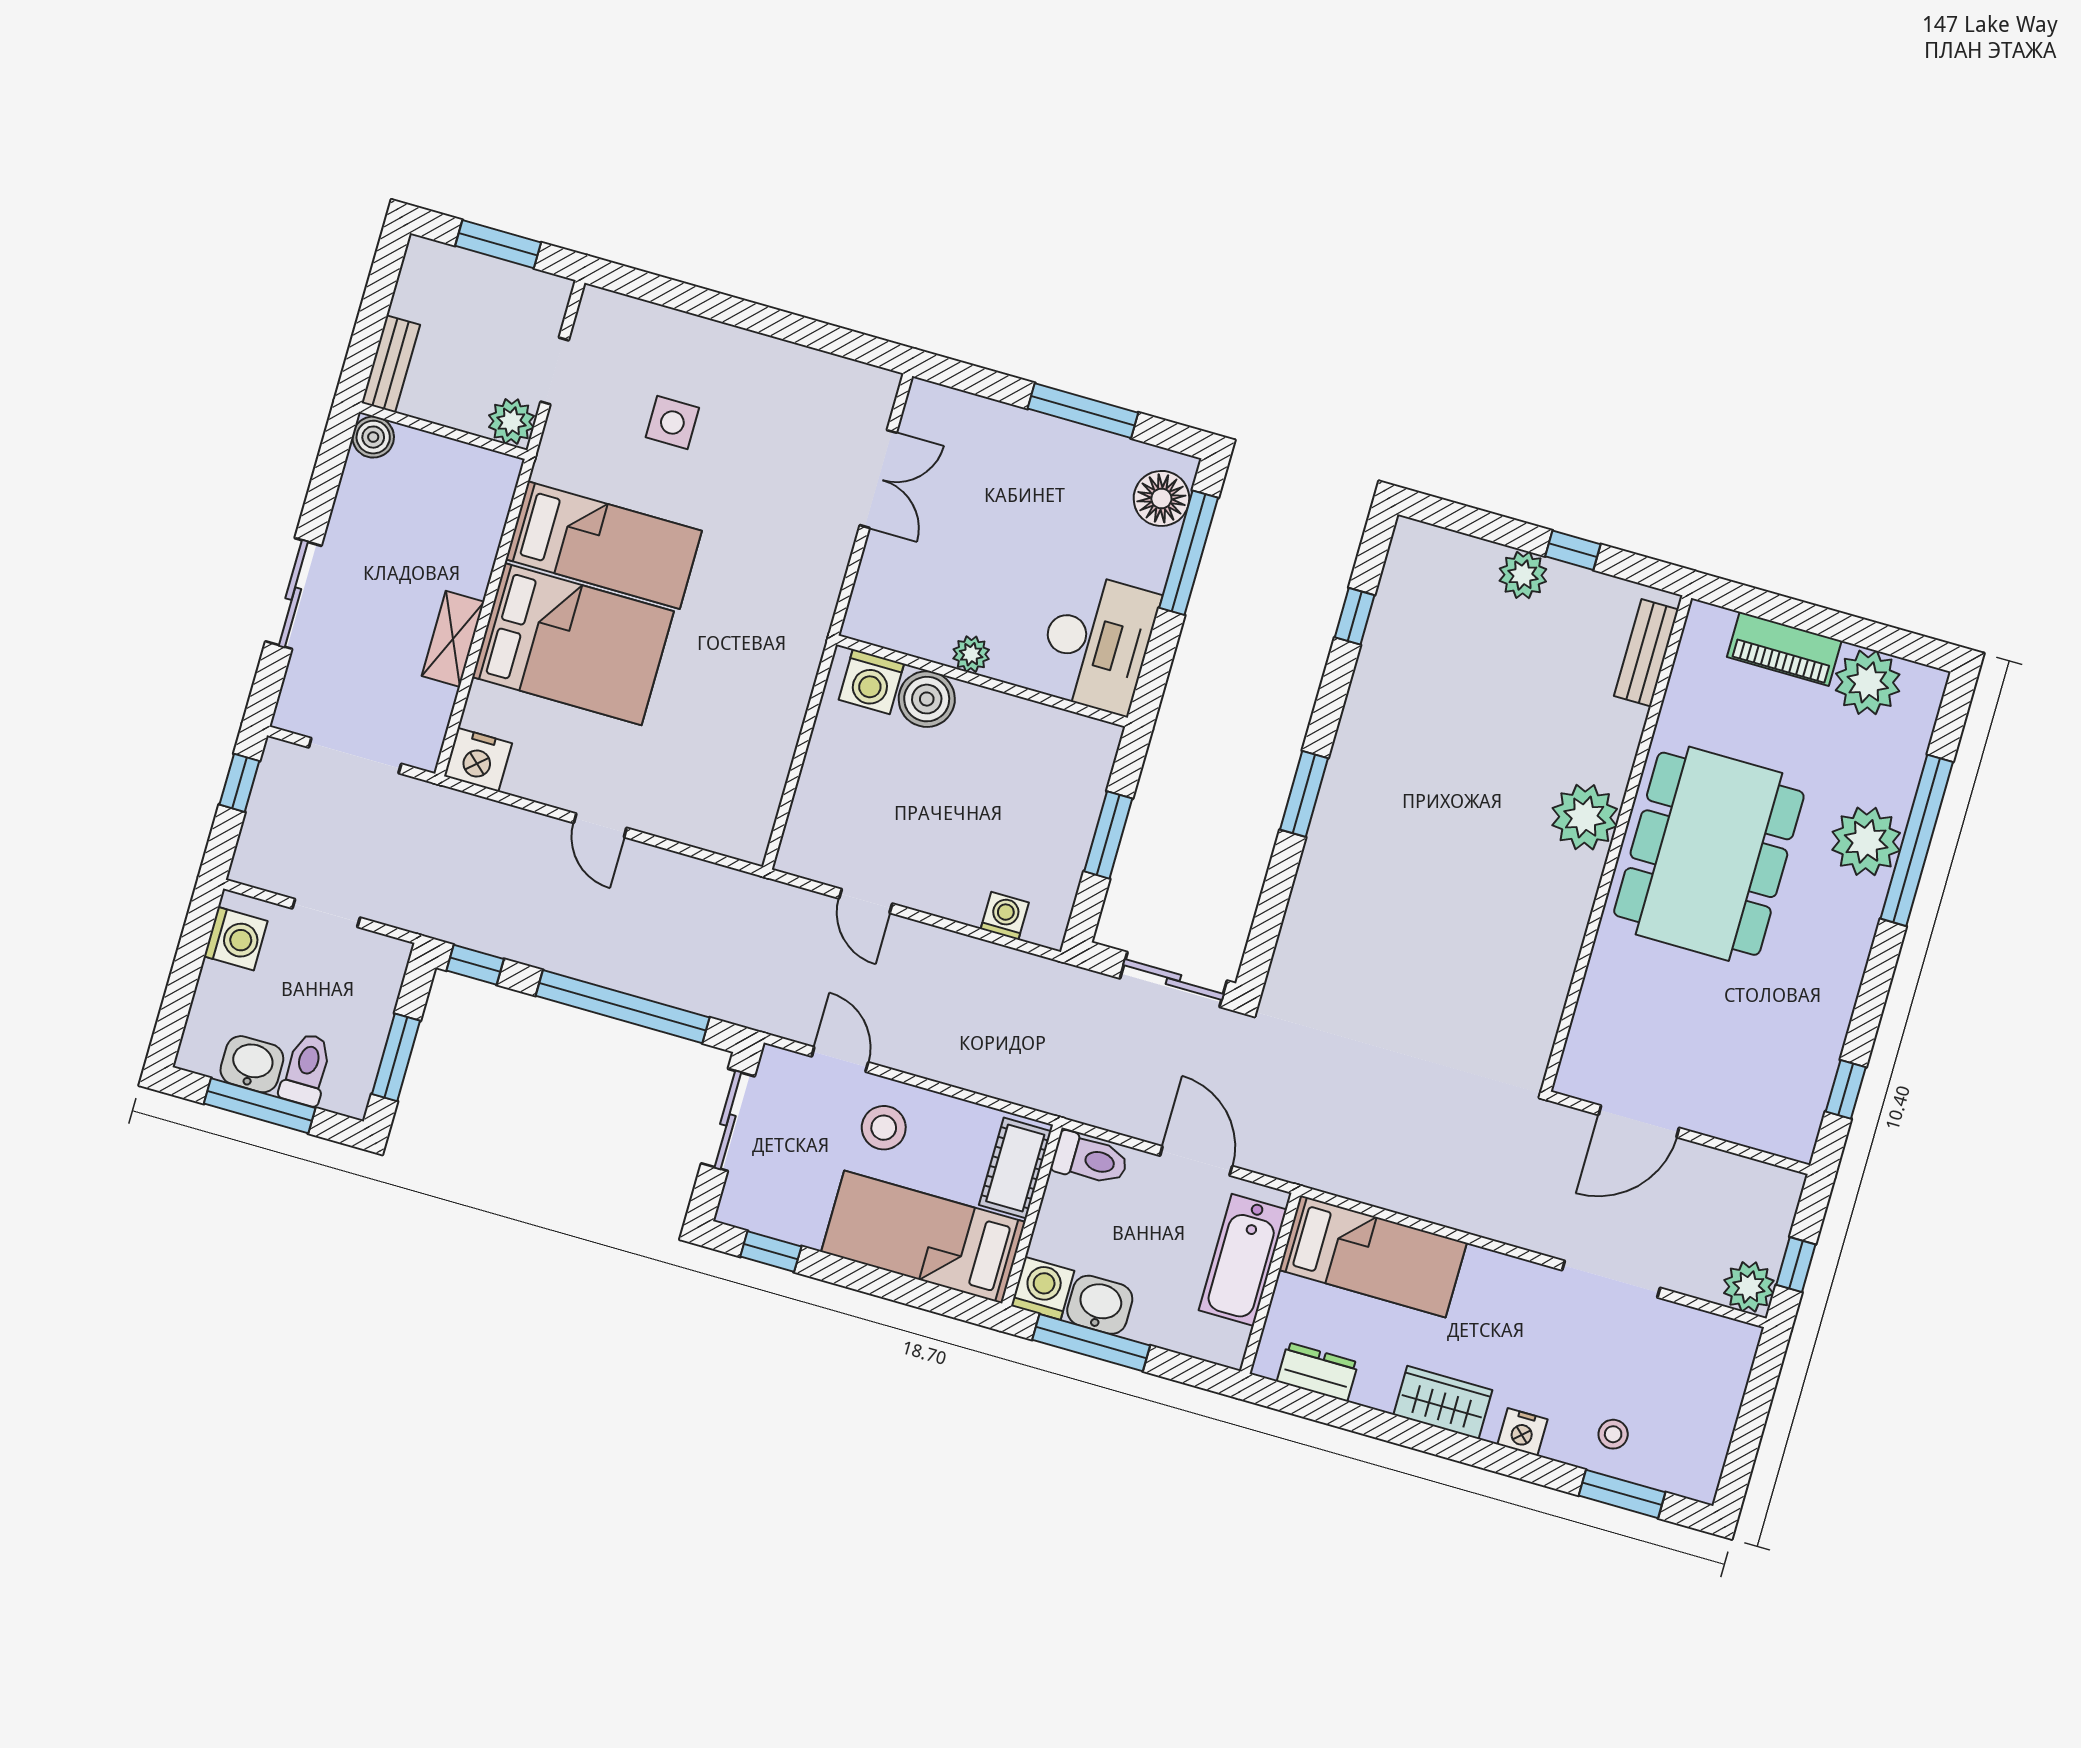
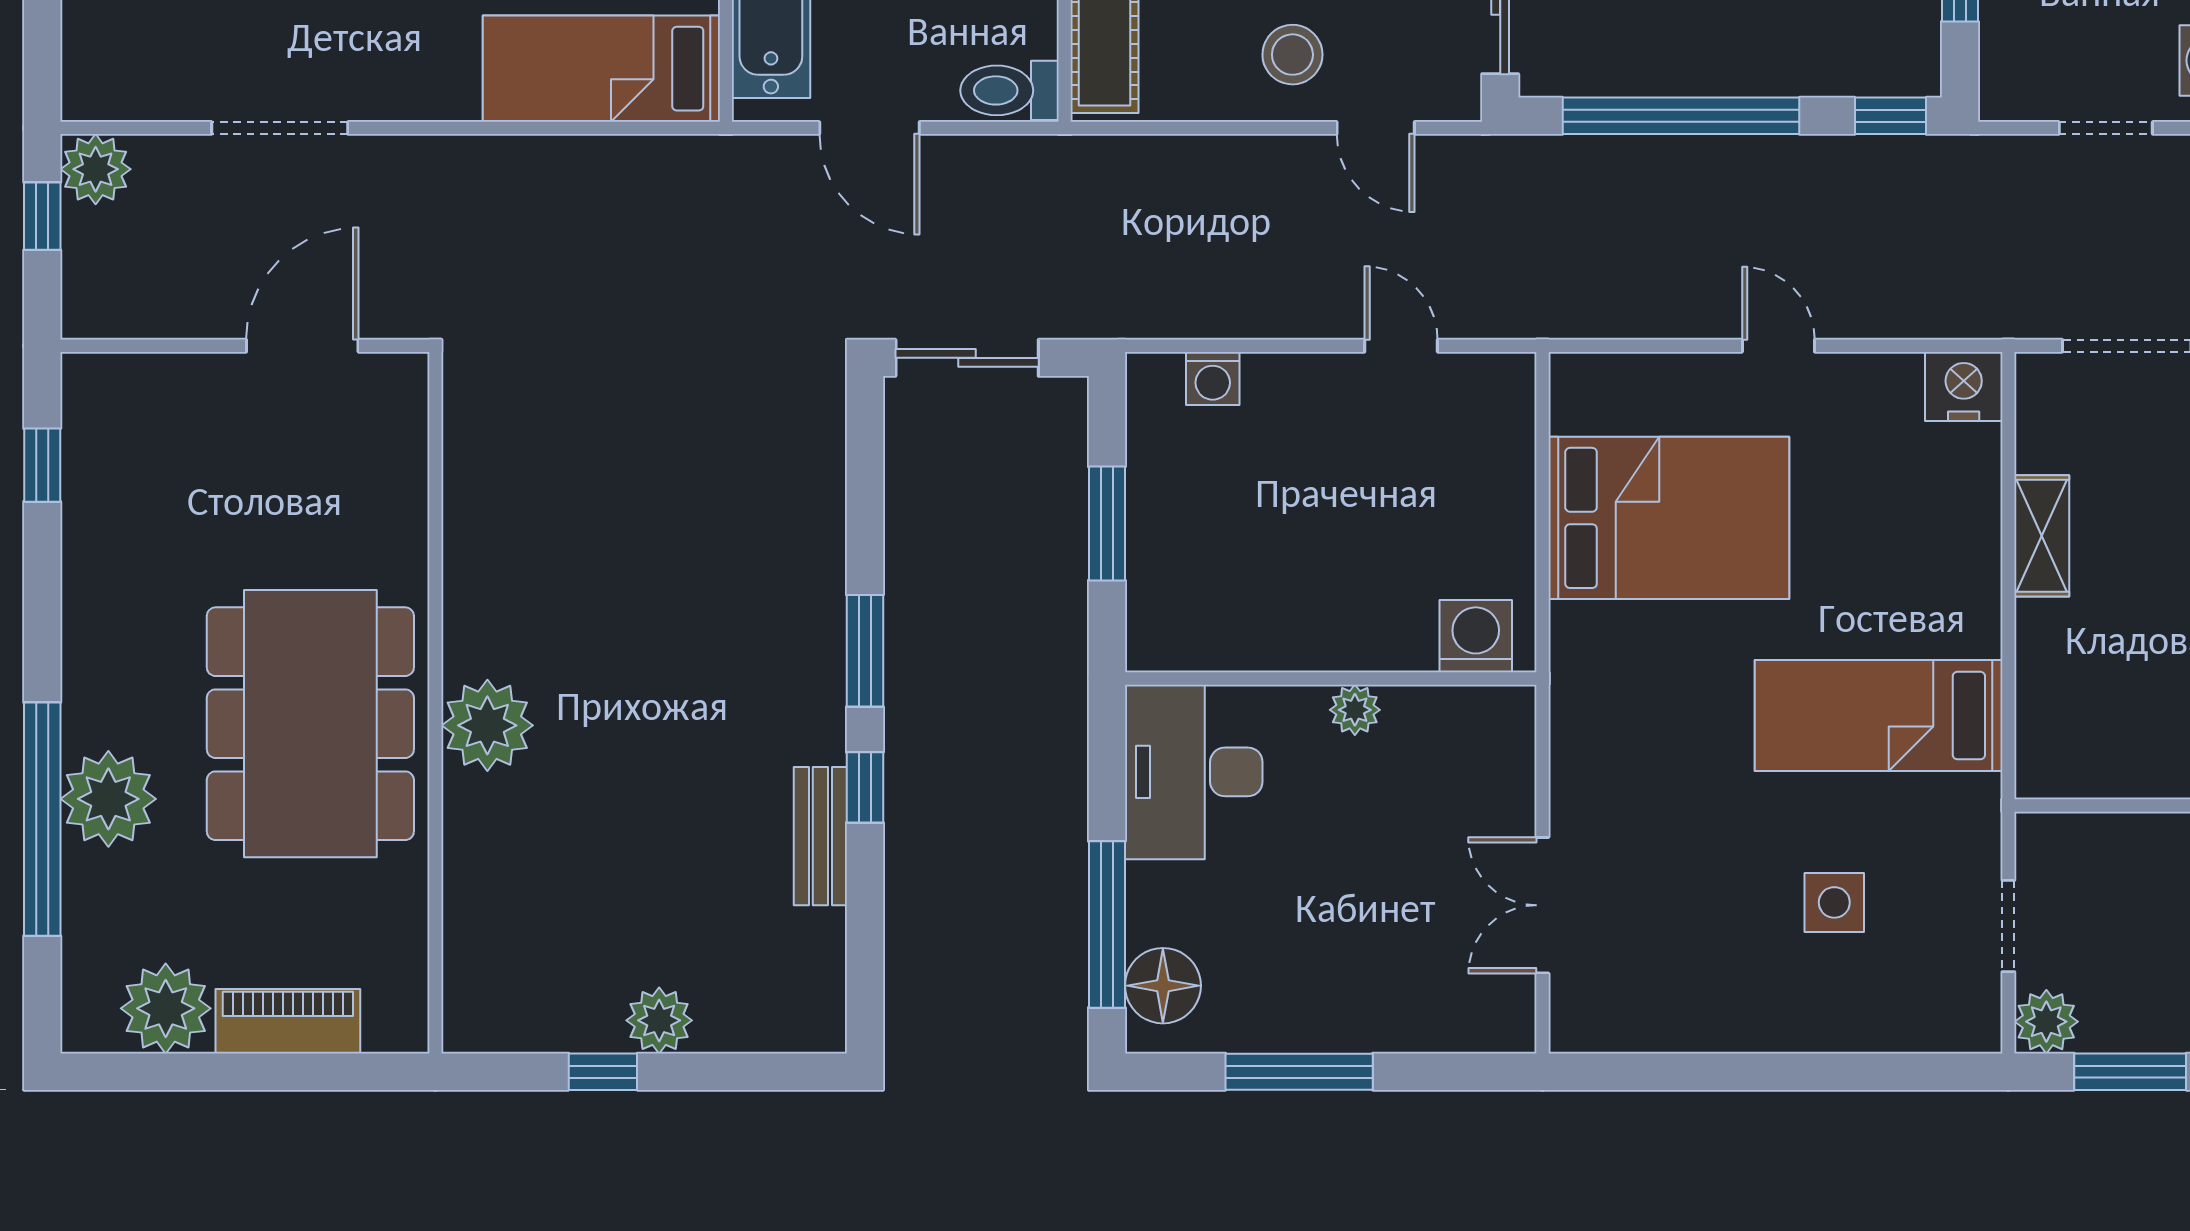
plant: (511, 422) -> (2046, 1022), moved
window: (1355, 616) -> (865, 787), moved
bed: (573, 644) -> (1669, 518), moved, turned 180
bench: (1646, 653) -> (820, 836), moved
boiler: (927, 699) -> (1396, 634), removed

